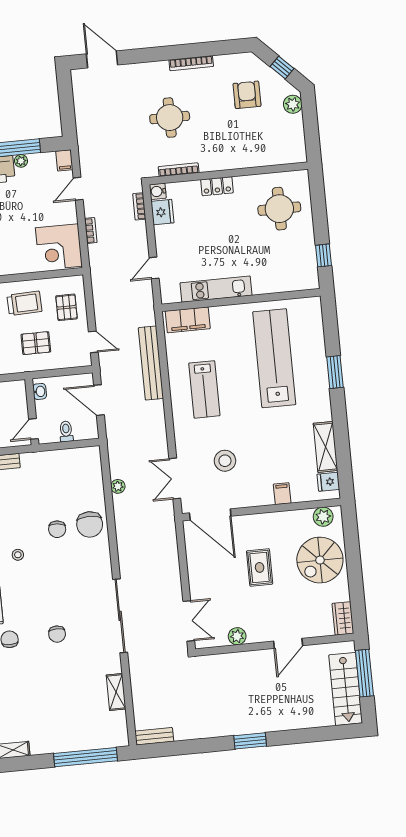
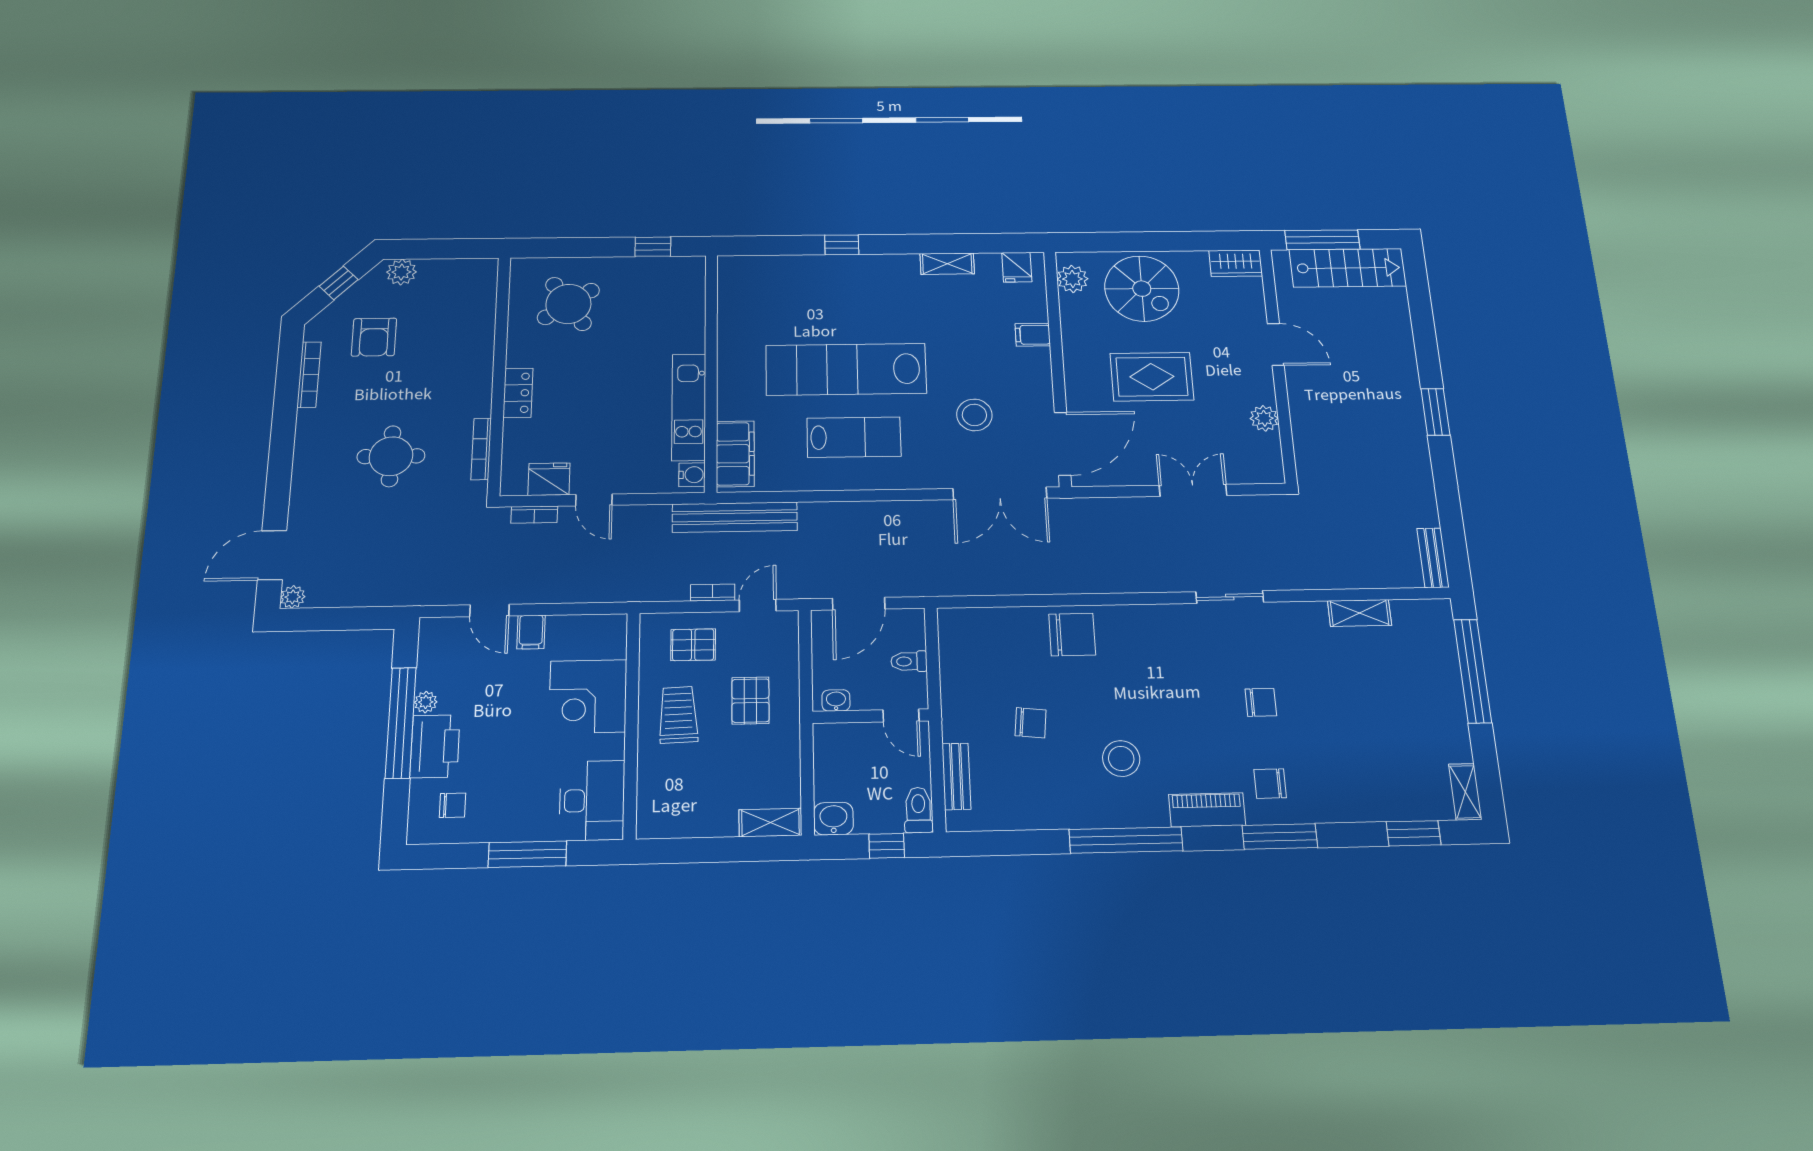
bookcase: (191, 63) -> (309, 375), moved
armchair: (247, 95) -> (374, 337), turned -90
filing cabinet: (64, 160) -> (531, 632), moved, turned 90
water cooler: (158, 191) -> (692, 475), moved, turned -90
round table: (279, 209) -> (568, 304), turned -34
bookcase: (91, 230) -> (713, 593), moved
corner desk: (59, 247) -> (588, 696), moved, turned 90
door: (154, 268) -> (594, 500), moved
lab bench: (274, 358) -> (846, 369), moved
bench: (151, 363) -> (735, 517), moved
window: (335, 372) -> (842, 245), width x0.67
shelving: (326, 447) -> (947, 264), width x0.67, depth x0.75
double door: (175, 479) -> (1000, 493), width x1.37
plant: (118, 486) -> (293, 597), moved
chair: (57, 529) -> (1031, 723), moved
stool: (18, 555) -> (1121, 758), width x1.89, depth x1.89
rug: (260, 567) -> (1152, 377), width x1.36, depth x1.43
sliding door: (120, 616) -> (1230, 597), width x0.54
double door: (189, 621) -> (1193, 490), moved

